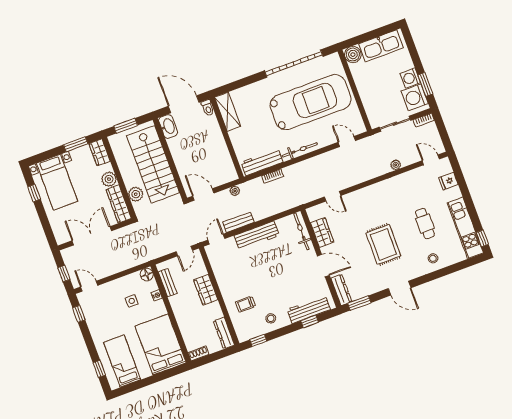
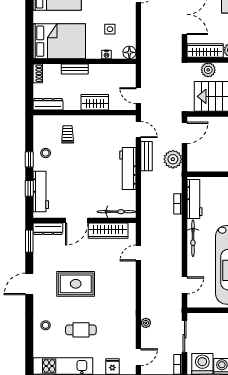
plant: (235, 191) -> (173, 159), width x1.88, depth x1.88
wardrobe: (322, 232) -> (108, 231), width x1.50
bench: (168, 283) -> (75, 69), moved
window: (258, 340) -> (29, 159), moved

